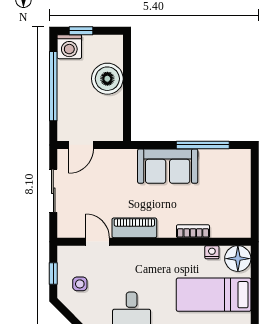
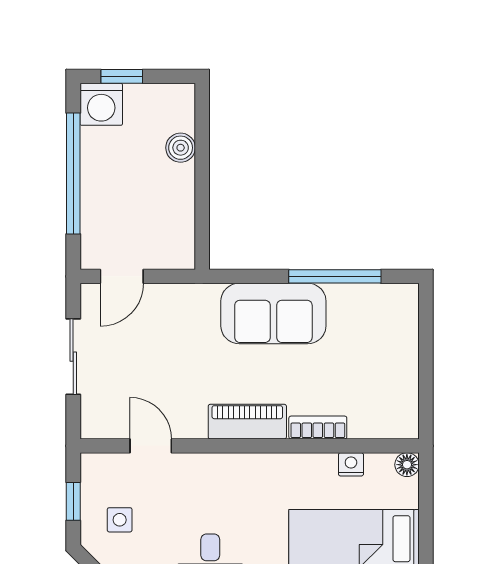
boiler: (107, 79) -> (181, 148), width x0.54, depth x0.54
piano: (134, 228) -> (247, 422), moved
floor lamp: (238, 259) -> (407, 465), width x0.53, depth x0.53

